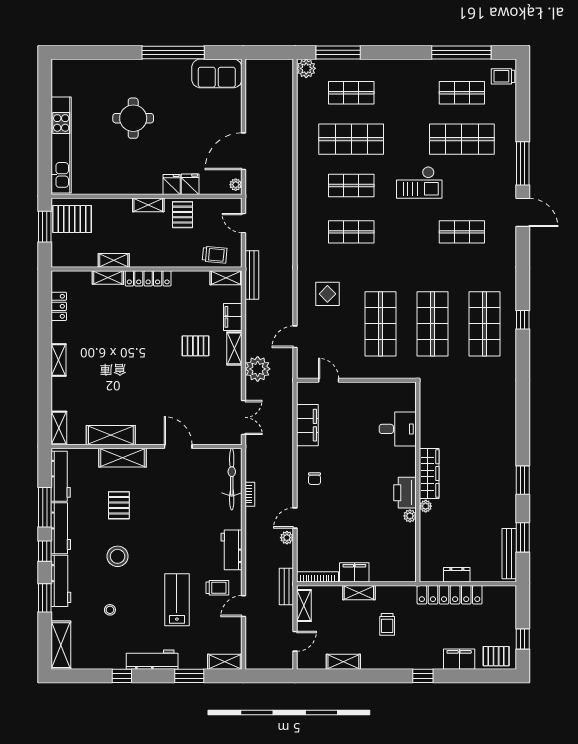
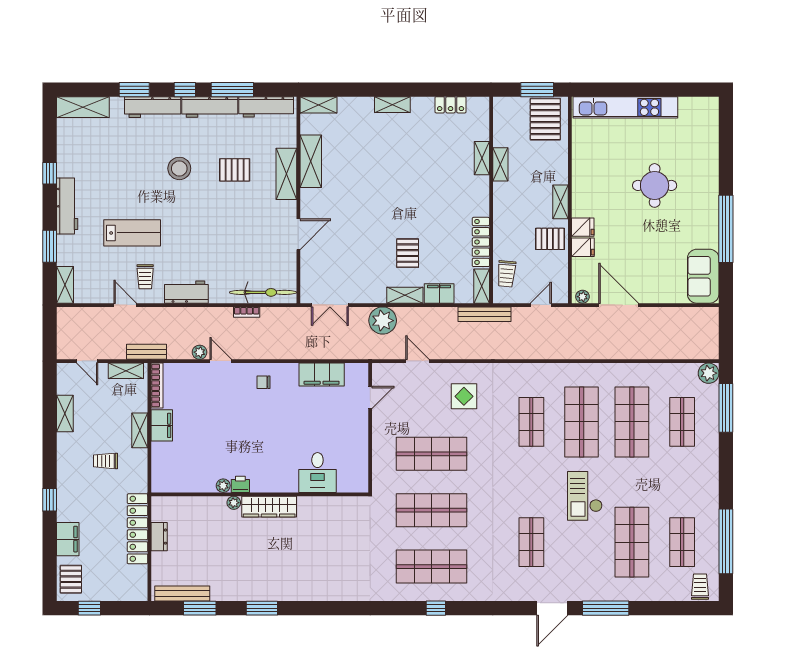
shop shelf: (351, 186) -> (582, 422), width x1.43, depth x1.36
locker: (148, 278) -> (481, 242), moved
printer: (405, 493) -> (240, 484), width x0.53, depth x0.68
stool: (110, 610) -> (121, 160), removed

